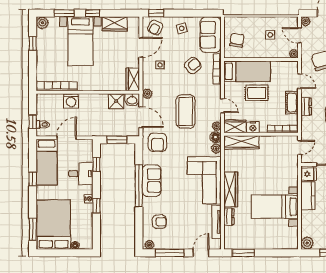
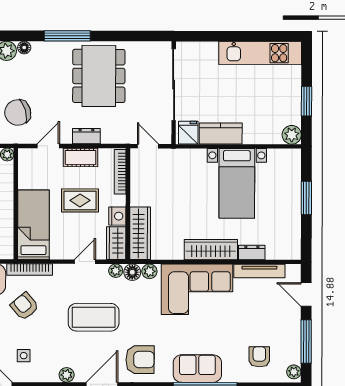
rug: (257, 93) -> (80, 200), moved, turned 90
window: (243, 253) -> (306, 198), moved

